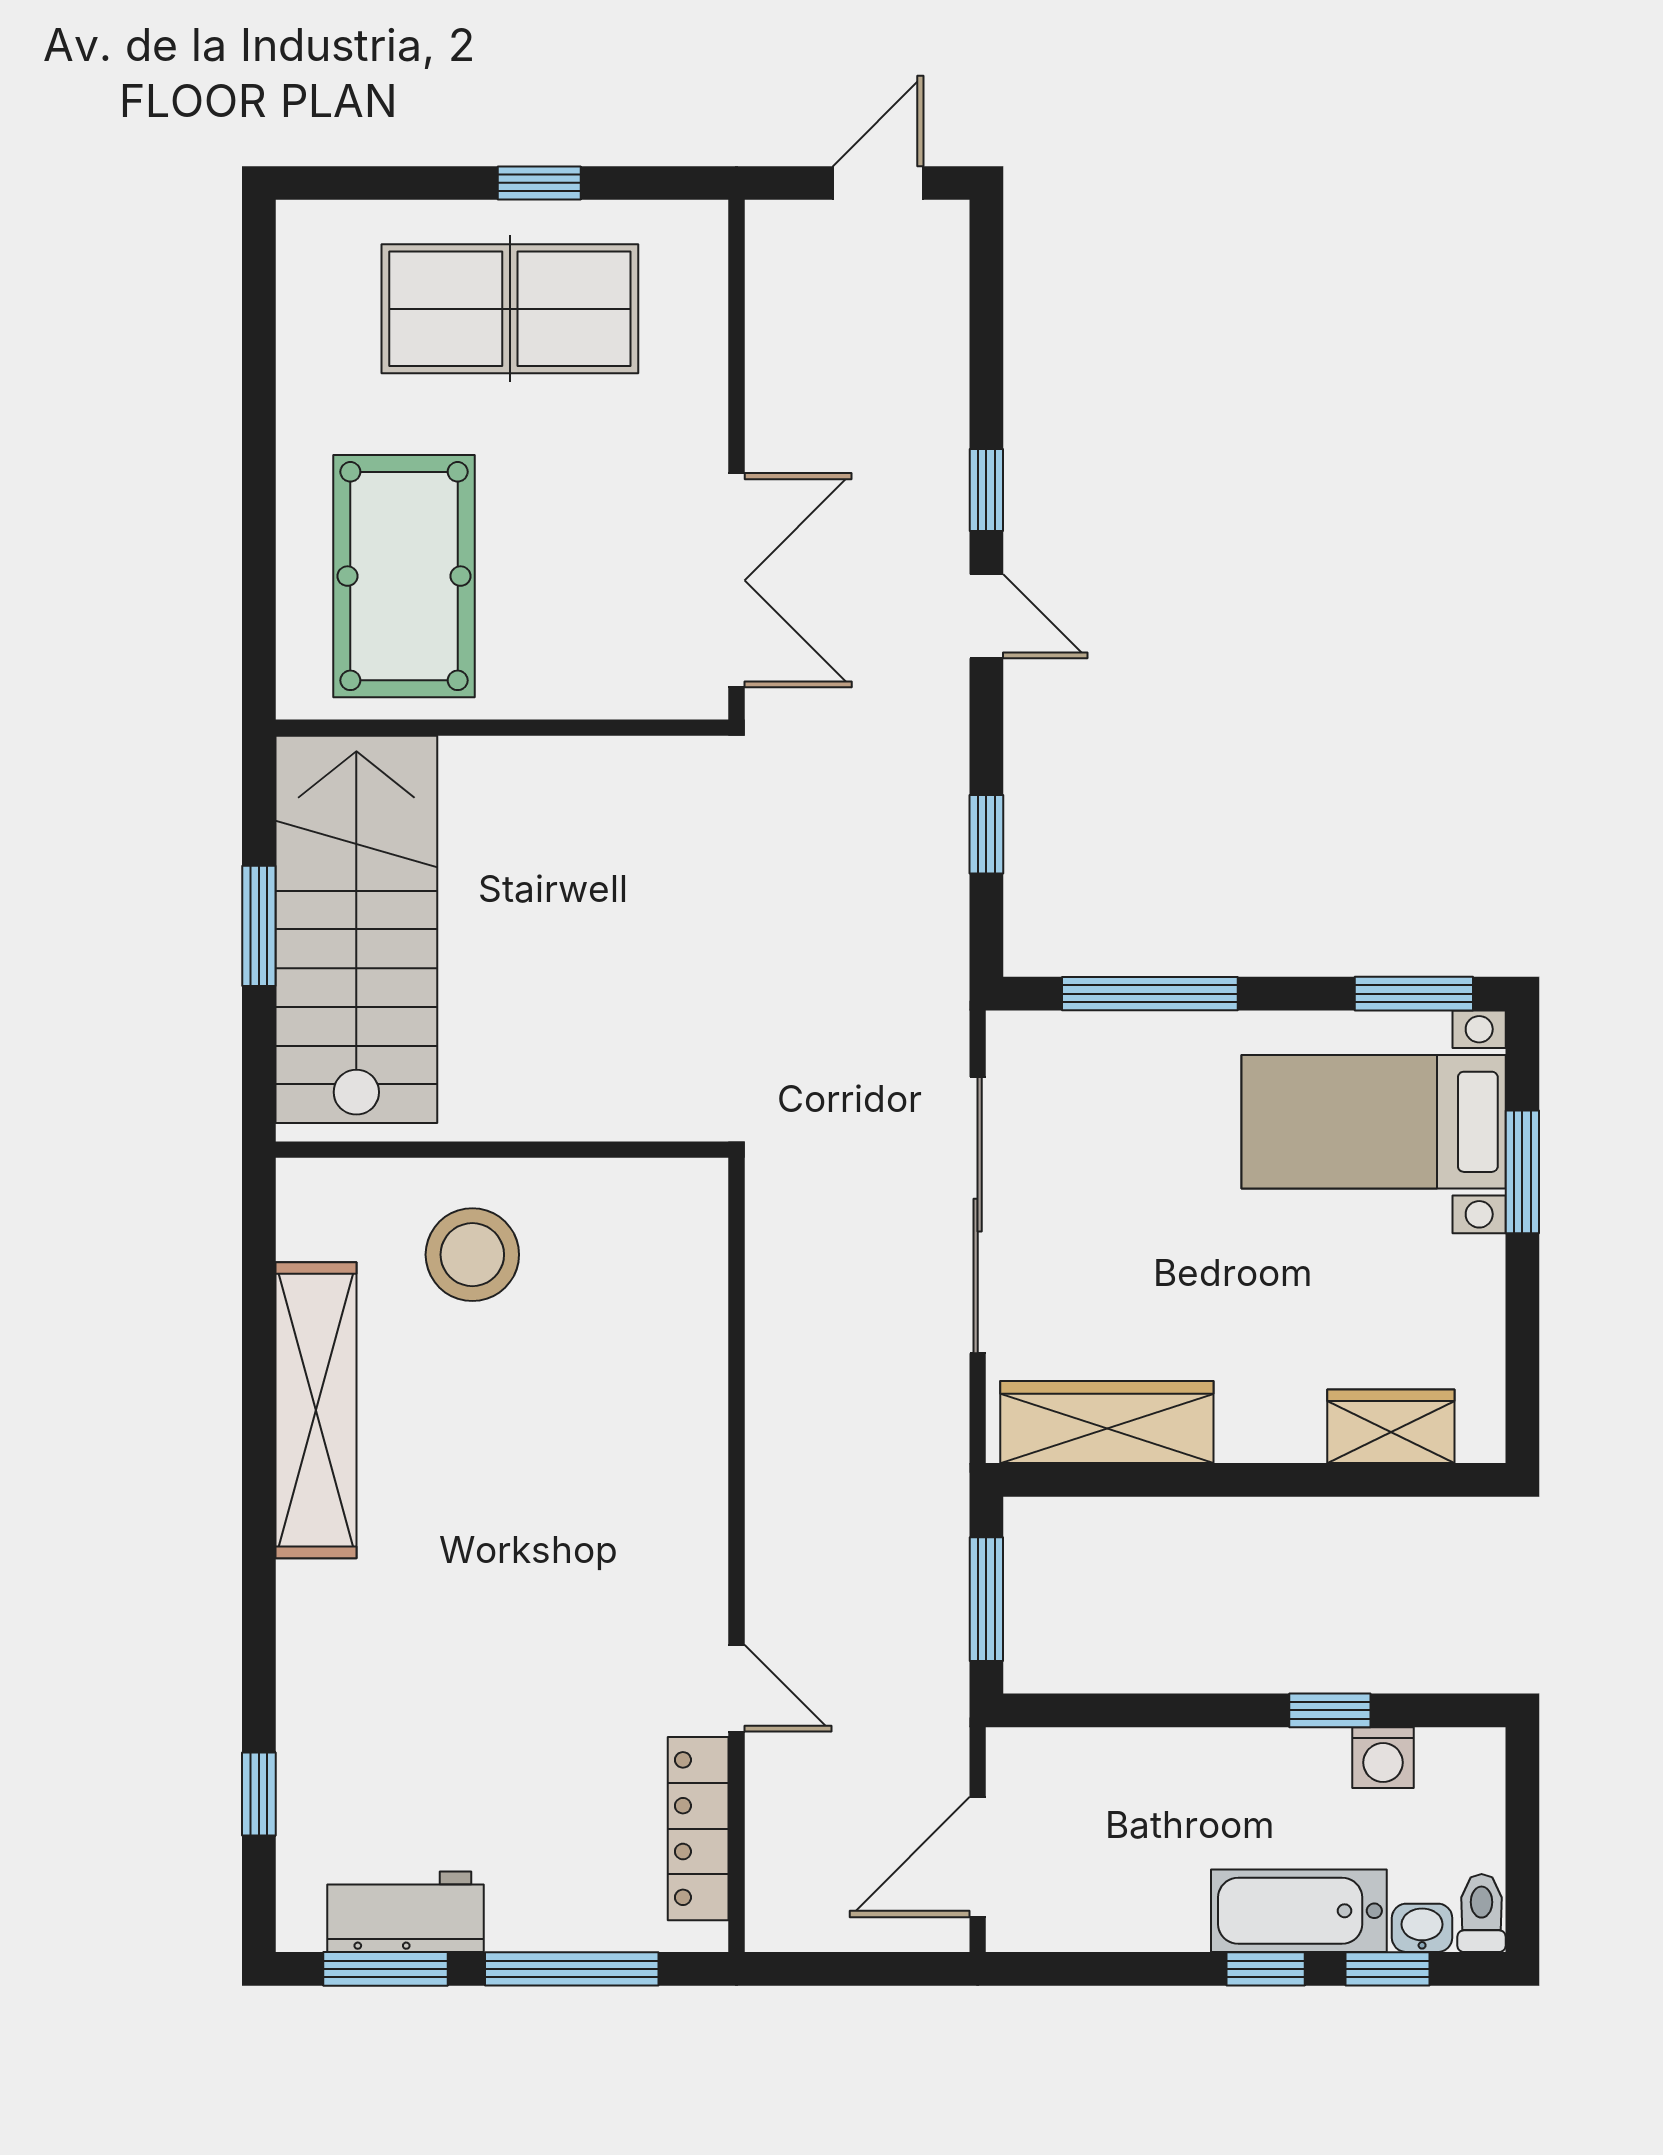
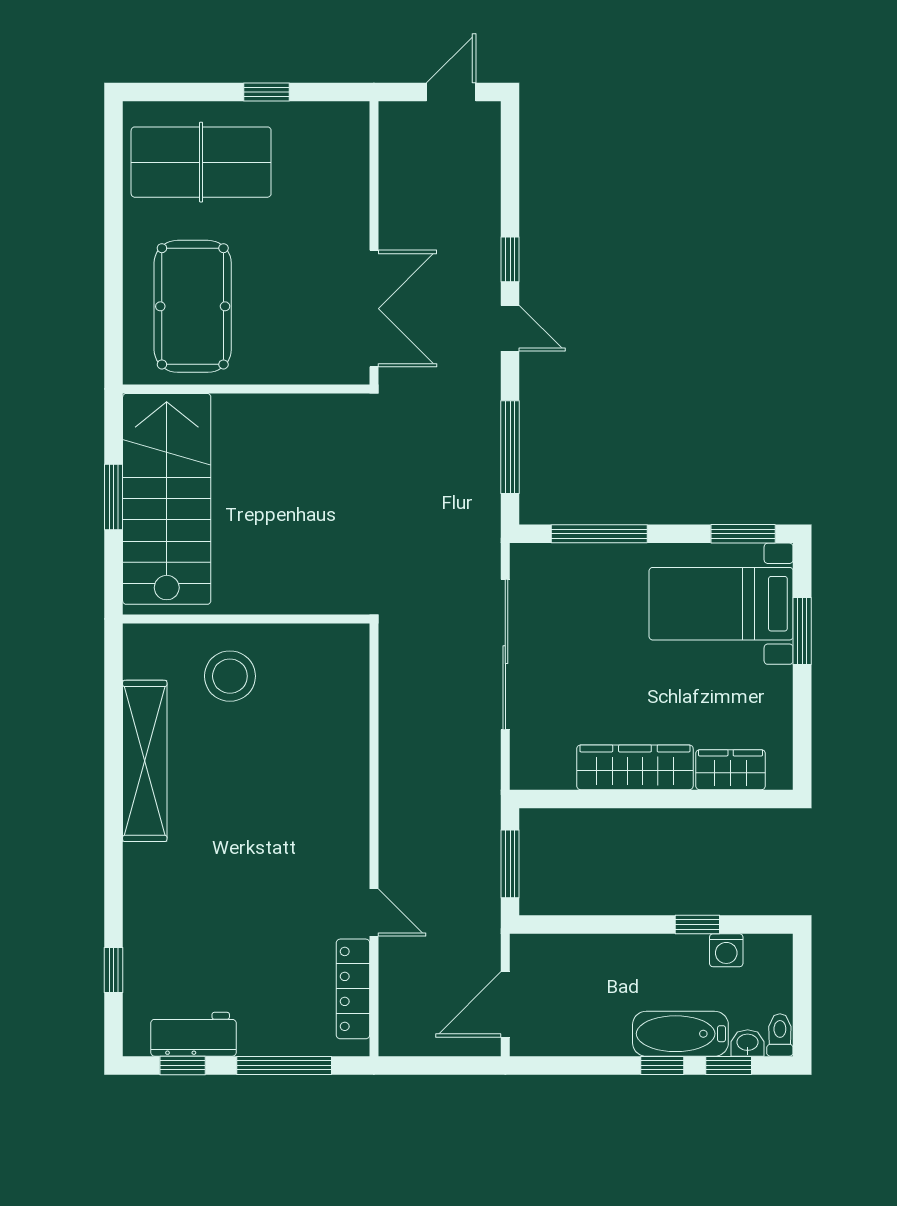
table tennis table: (510, 309) -> (201, 162), moved
window: (986, 834) -> (510, 447), width x2.17
wardrobe: (1107, 1422) -> (635, 767), moved
window: (385, 1969) -> (183, 1065), width x0.67

